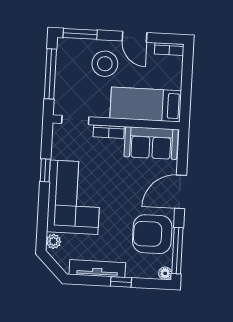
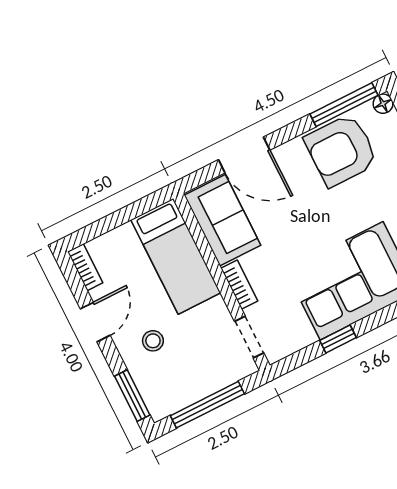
stool: (105, 64) -> (153, 341), width x0.53, depth x0.53
door: (181, 192) -> (244, 155), moved
armchair: (152, 234) -> (341, 150), turned 90

